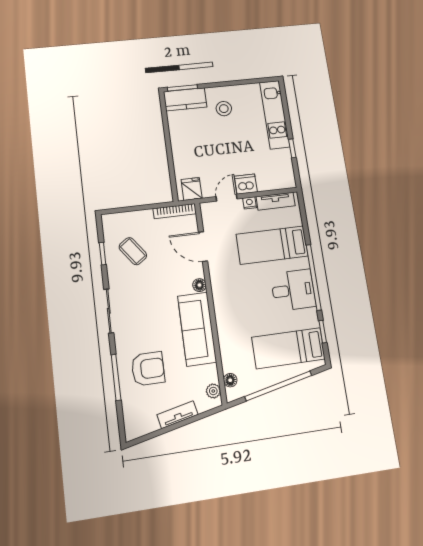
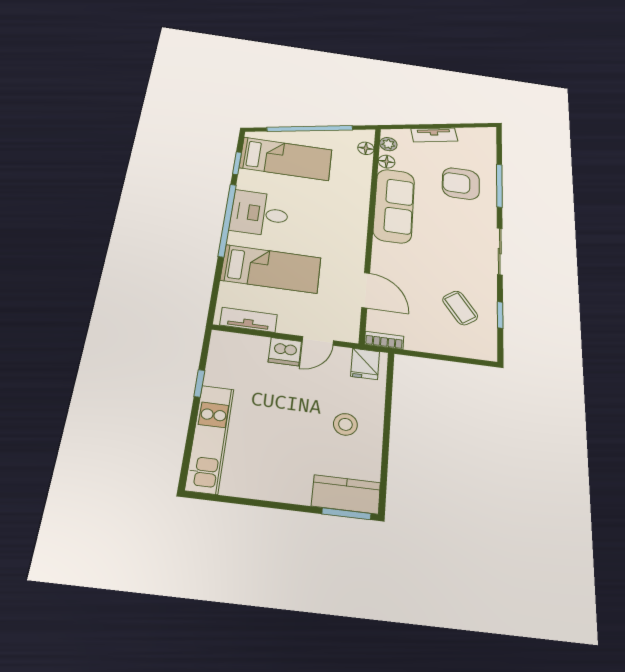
stool: (224, 109) -> (345, 424), moved
nightstand: (250, 203) -> (287, 327), removed
bookcase: (175, 211) -> (384, 340), width x0.64
floor lamp: (199, 285) -> (387, 162), moved

